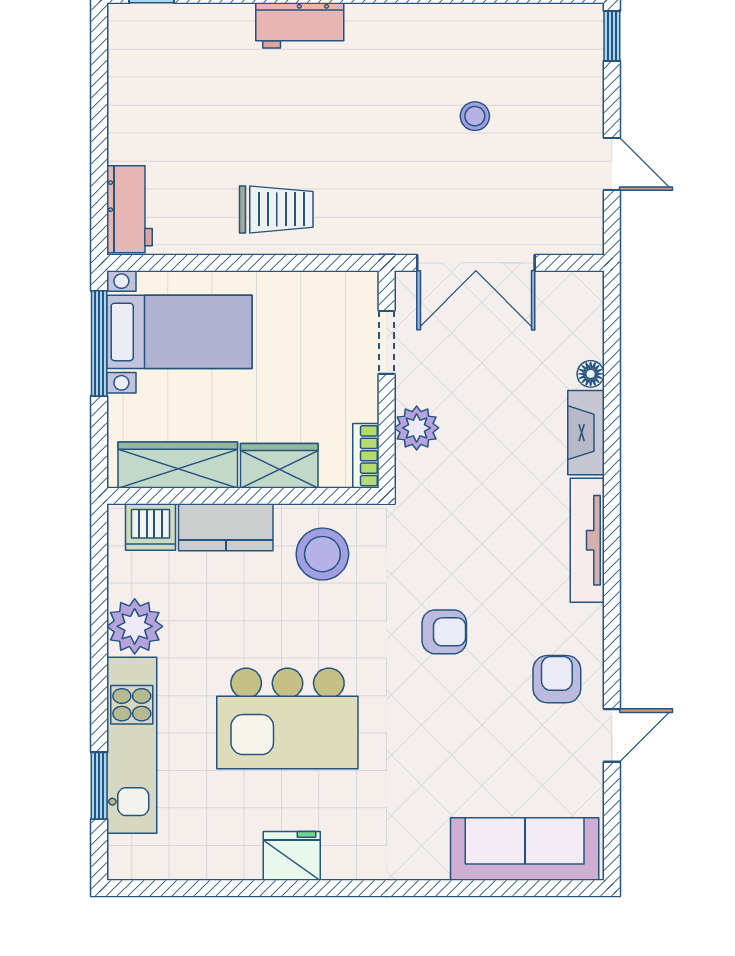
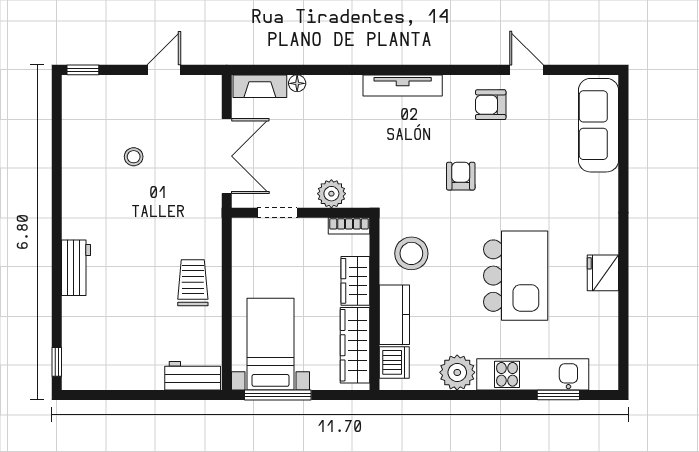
fireplace: (586, 433) -> (260, 86), moved

